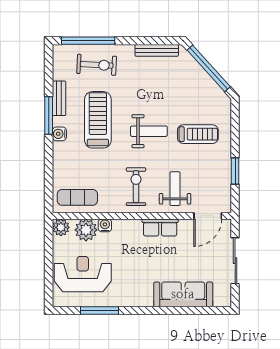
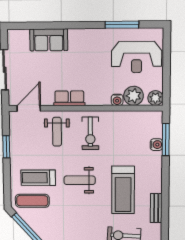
window: (49, 116) -> (166, 140), moved
water cooler: (59, 134) -> (156, 145), moved
exercise mat: (77, 197) -> (32, 201), moved
sofa: (183, 294) -> (49, 40), width x0.73

